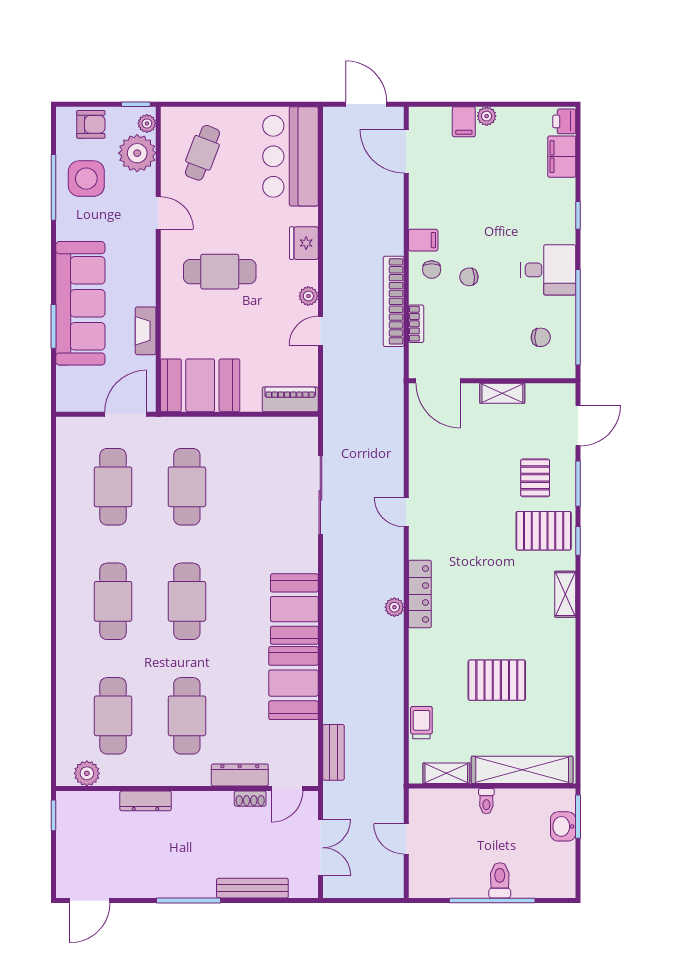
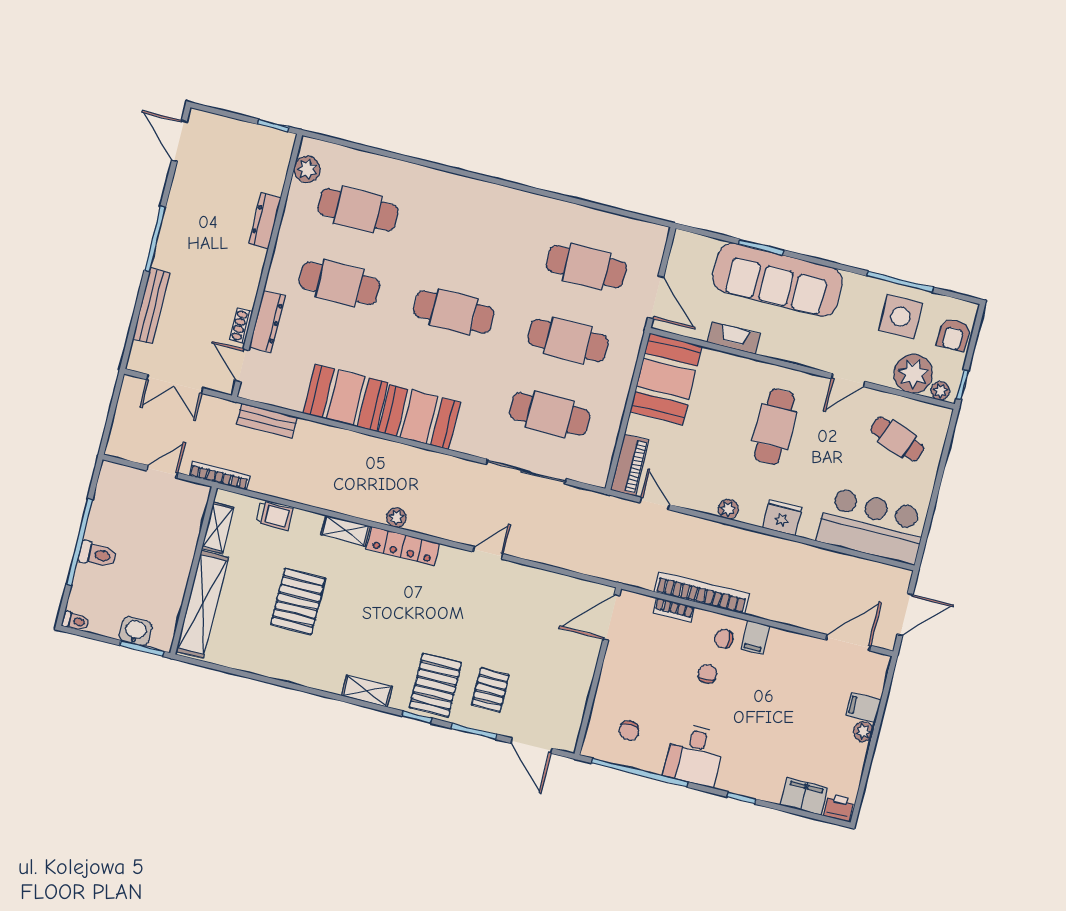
door: (320, 331) -> (655, 504), moved
shelving: (502, 393) -> (345, 530), moved, turned 90
pallet: (535, 478) -> (490, 690), turned 90
cafe table: (113, 601) -> (550, 414), moved
bookcase: (396, 784) -> (219, 476), added
toilet: (486, 801) -> (76, 621), moved, turned 180

